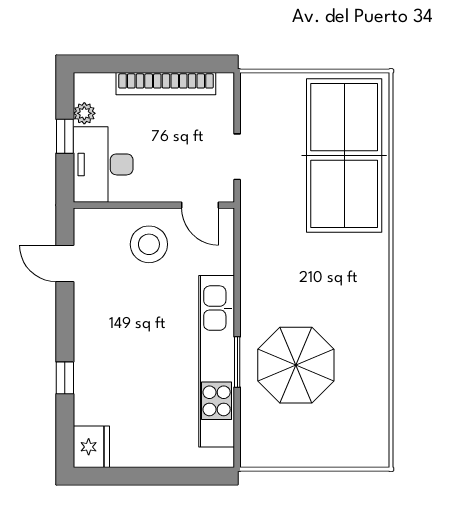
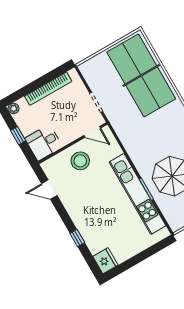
plant: (84, 113) -> (13, 108), moved
desk: (103, 164) -> (44, 143), width x0.73

